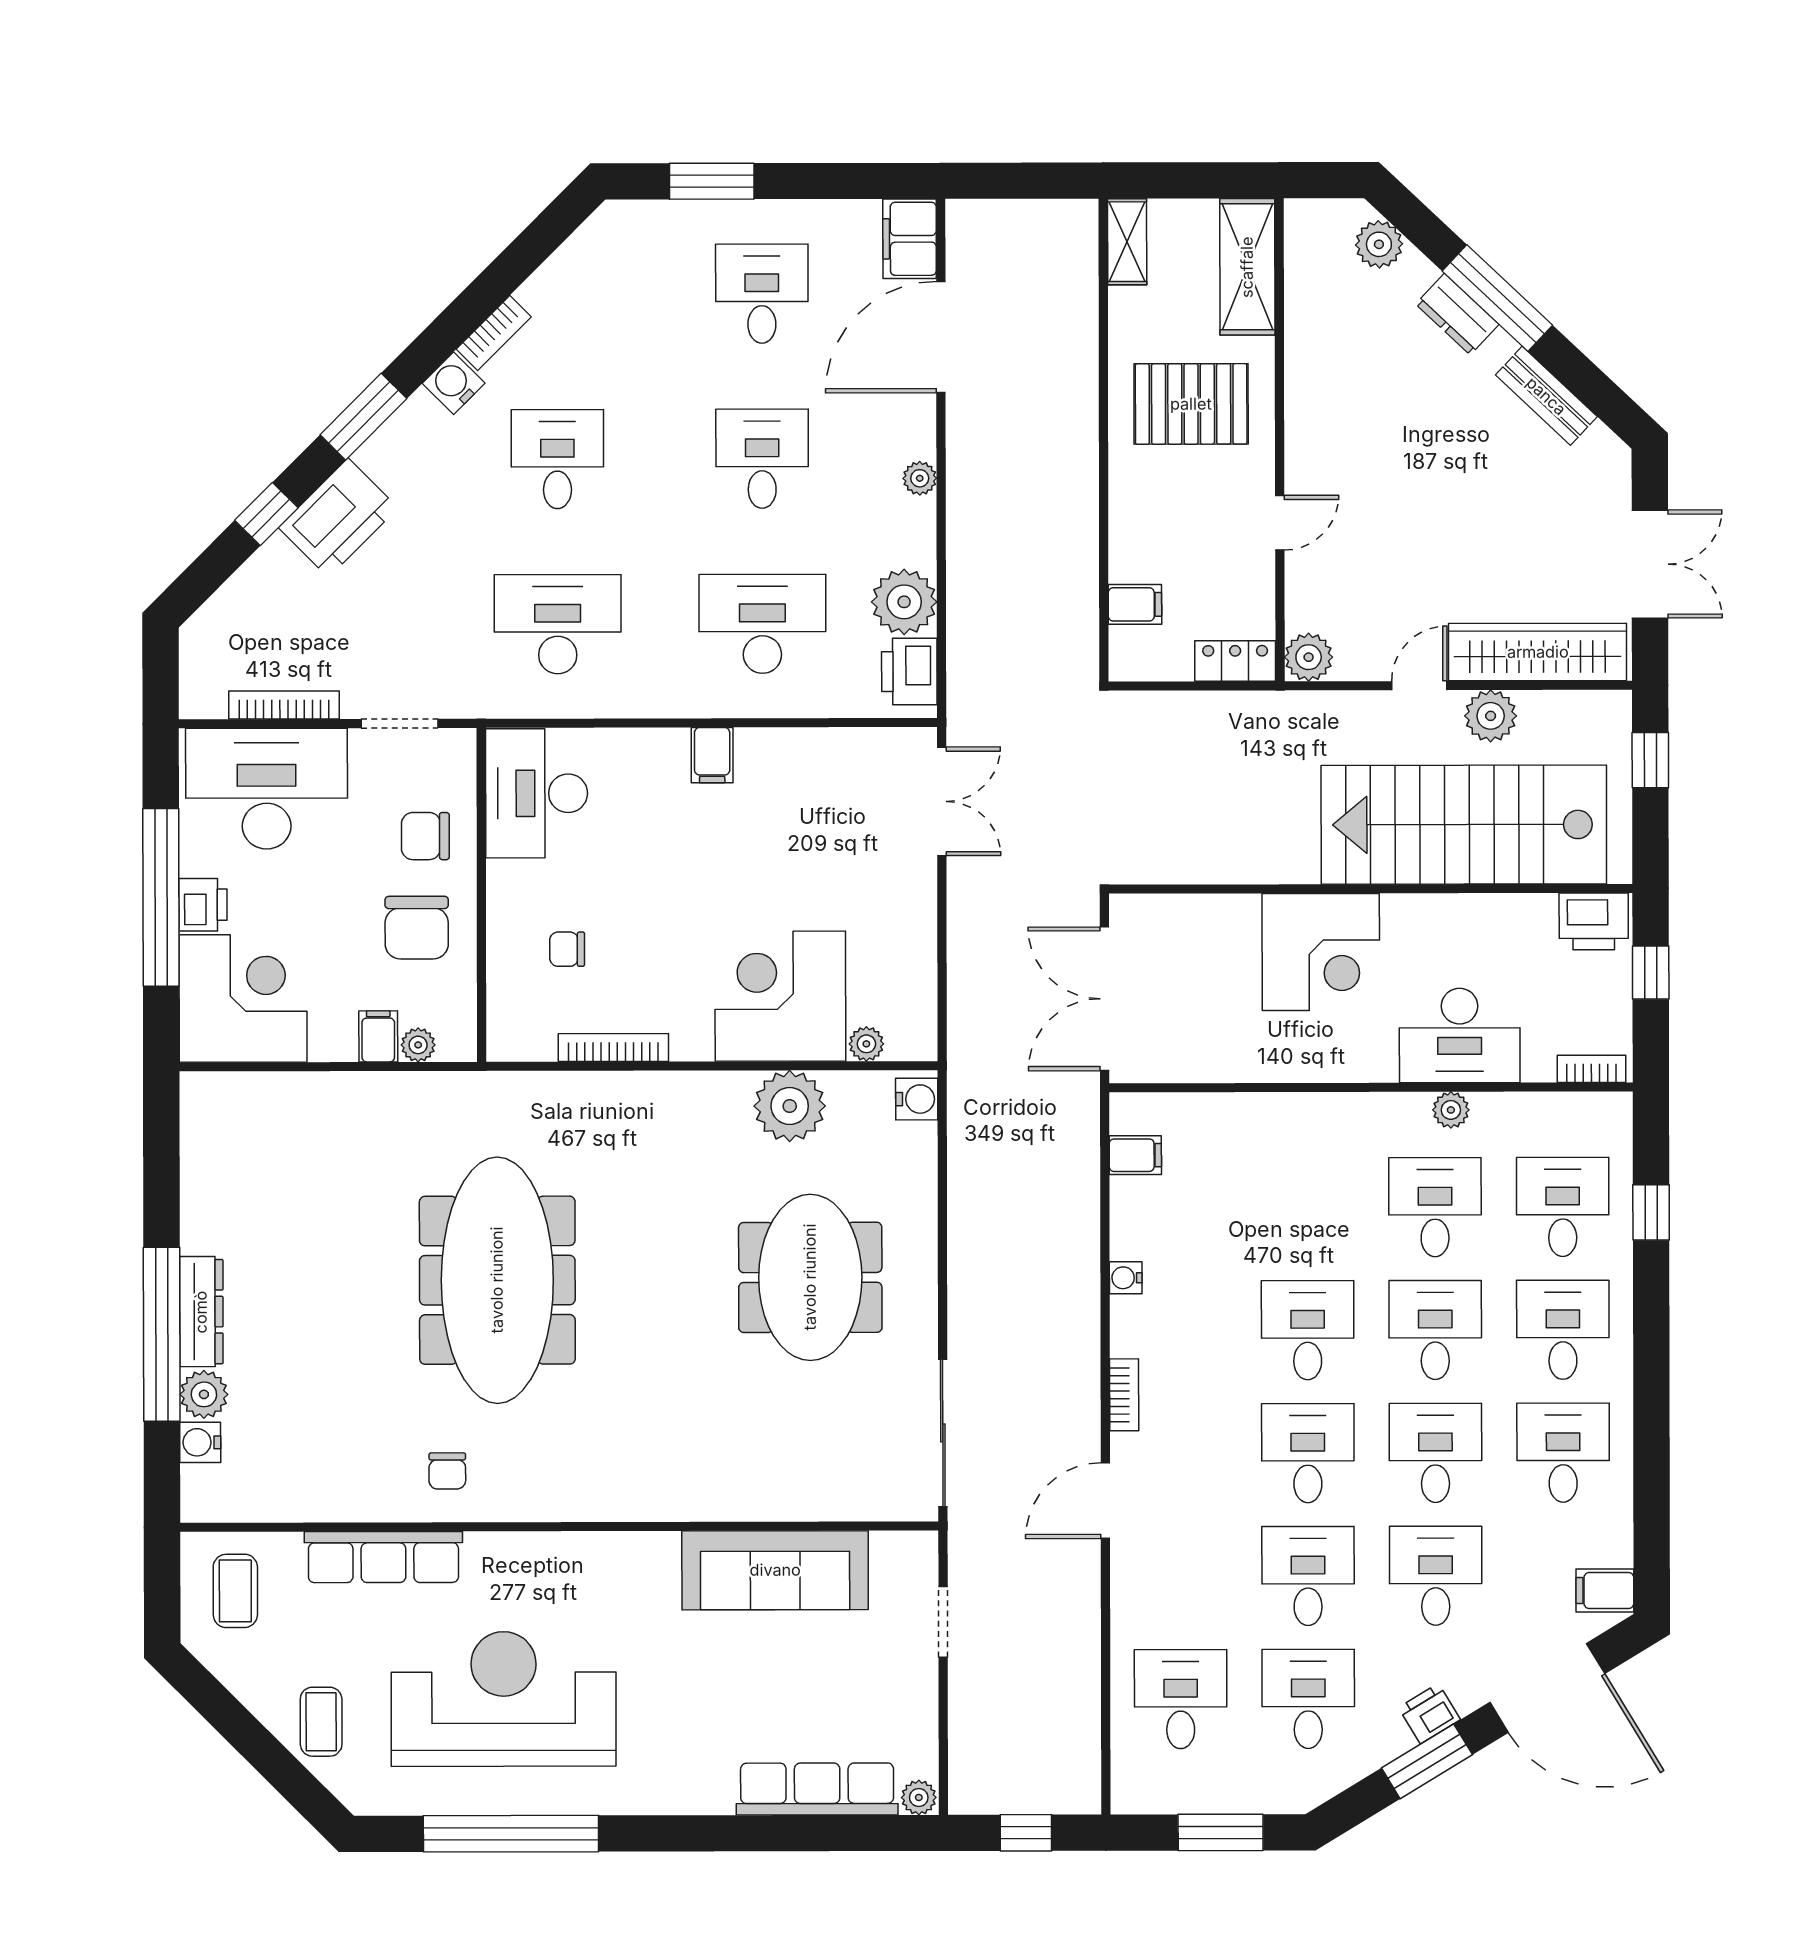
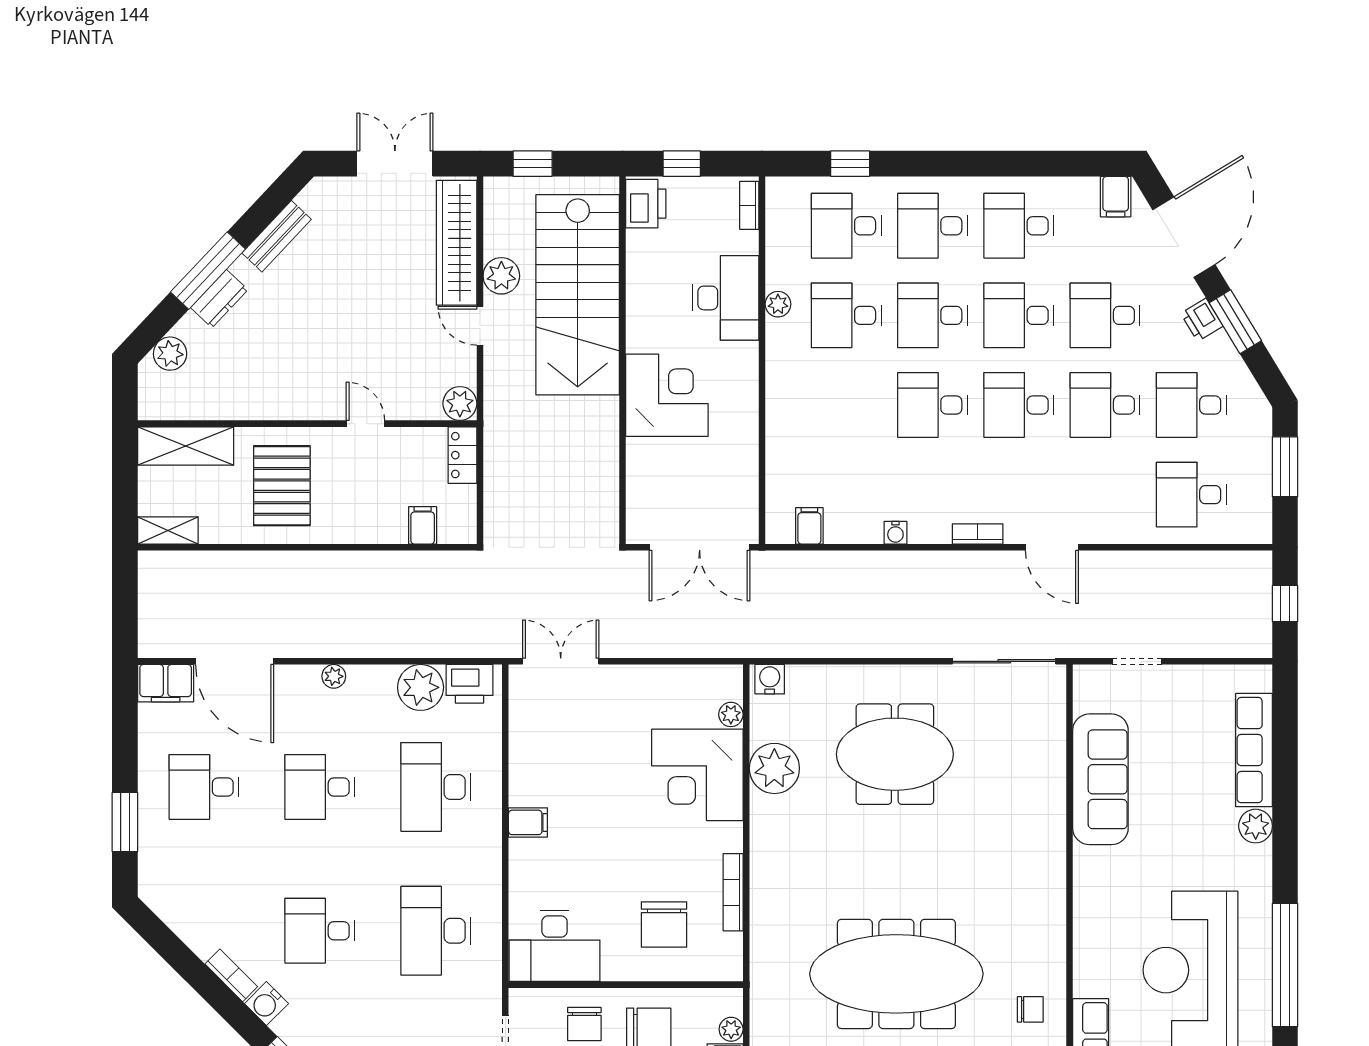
chair: (567, 949) -> (664, 925), width x1.87, depth x1.87
plant: (919, 1797) -> (1256, 826), moved, width x1.38, depth x1.38

